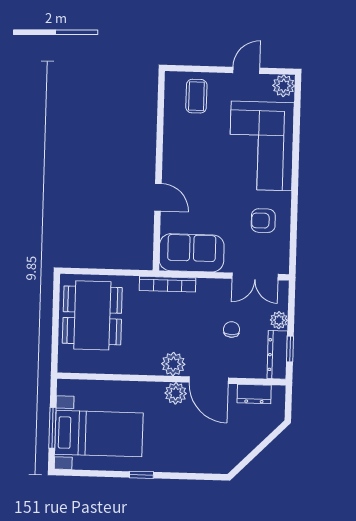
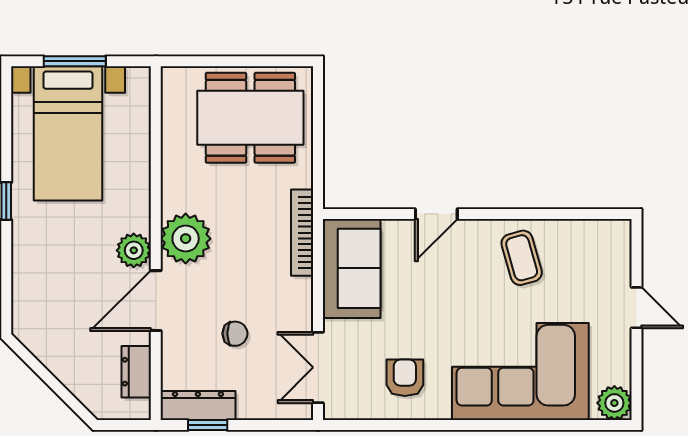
door: (246, 70) -> (636, 308), moved
coffee table: (196, 96) -> (522, 258), moved, turned 74
plant: (279, 320) -> (252, 407), removed
plant: (173, 364) -> (186, 239), width x1.36, depth x1.36

